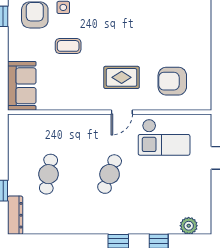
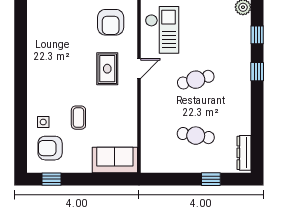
door: (122, 112) -> (139, 68), hinge flipped
cafe table: (110, 174) -> (196, 80), turned -36
dresser: (15, 215) -> (244, 153), moved, turned -90

